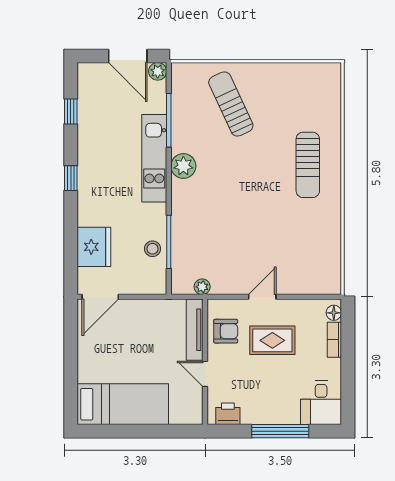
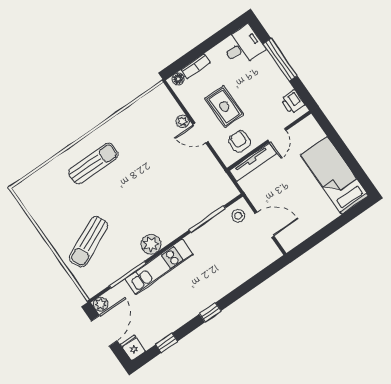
fridge: (94, 247) -> (133, 348), moved, width x0.53, depth x0.75
stool: (152, 249) -> (238, 216), moved
plant: (202, 287) -> (183, 121), moved
door: (100, 297) -> (264, 225), moved

